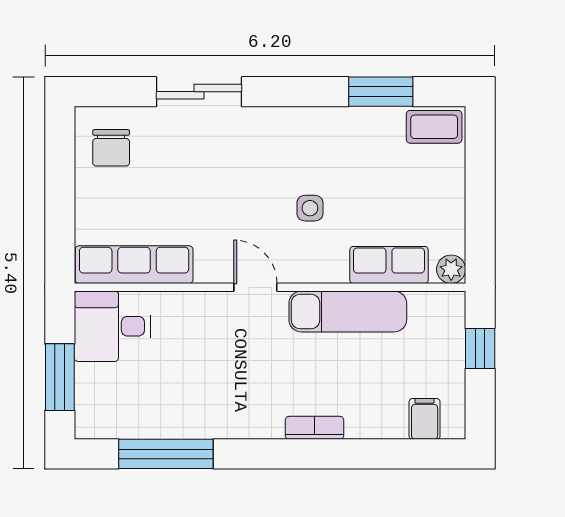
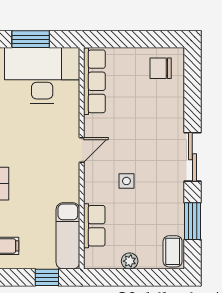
sliding door: (199, 92) -> (192, 157), moved
plant: (451, 269) -> (130, 261), moved
exam couch: (348, 312) -> (68, 236), moved
desk: (112, 326) -> (42, 75), width x1.87, depth x1.30

